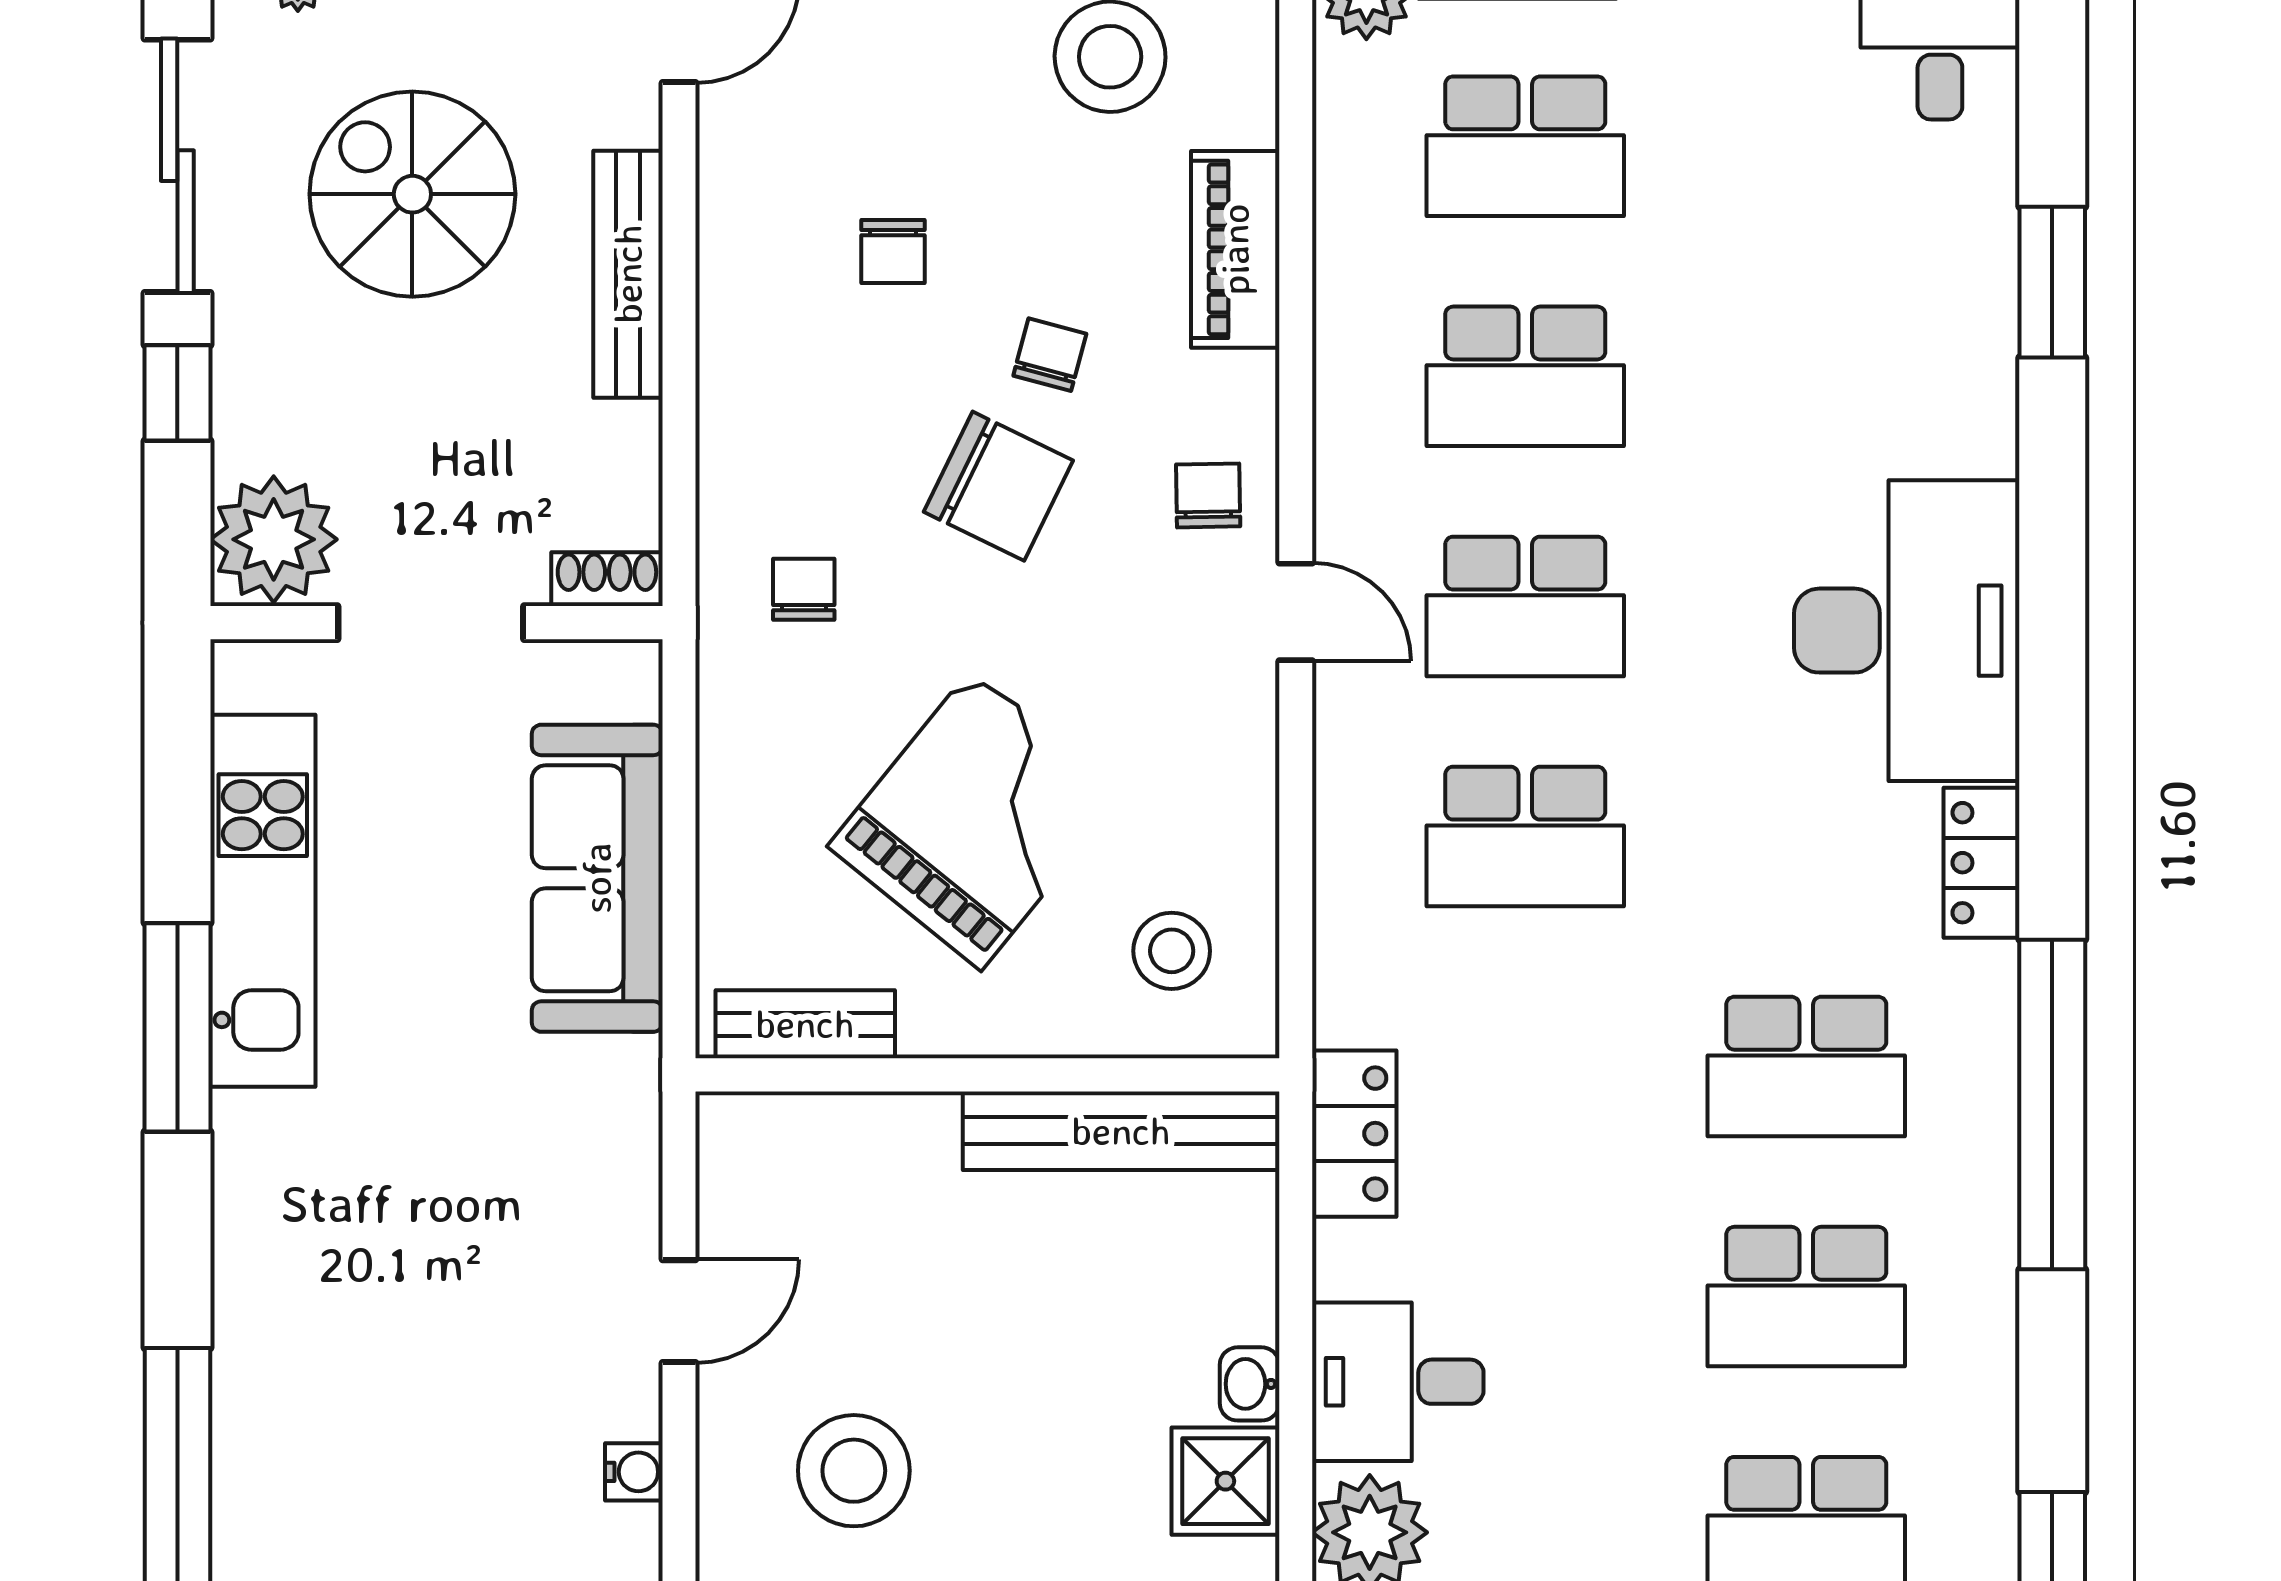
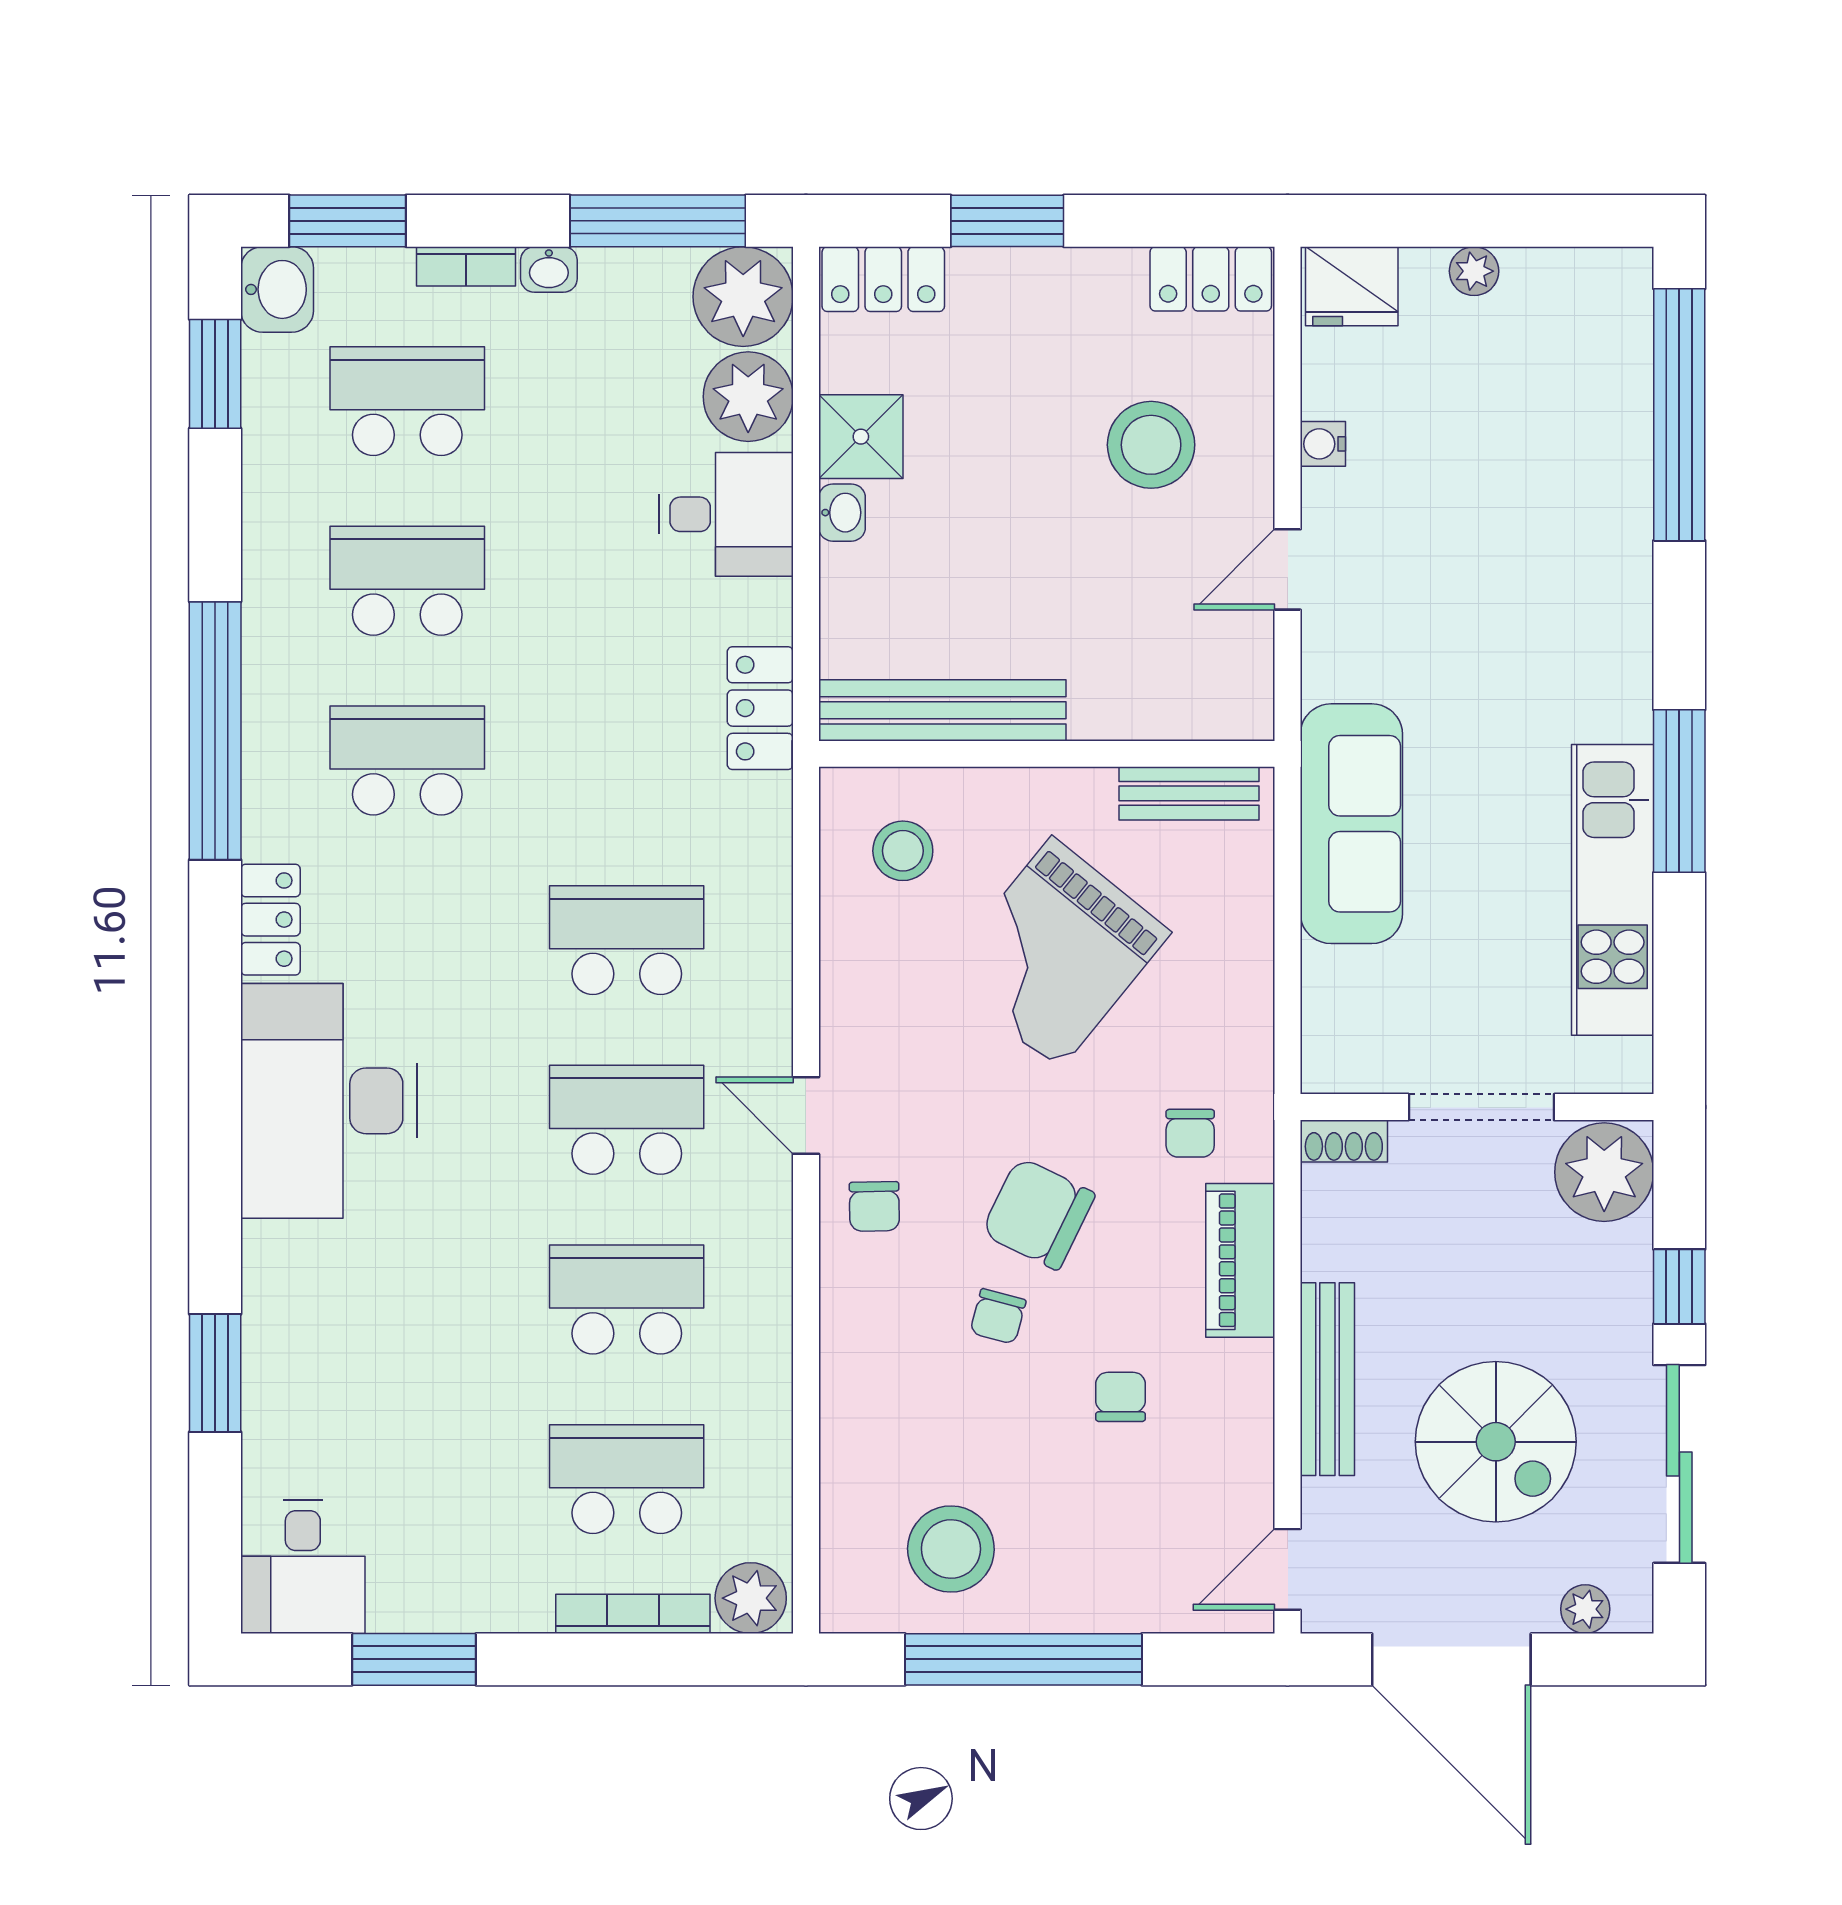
piano: (1235, 249) -> (1240, 1260), moved, turned 180
sofa: (597, 878) -> (1351, 824), moved

